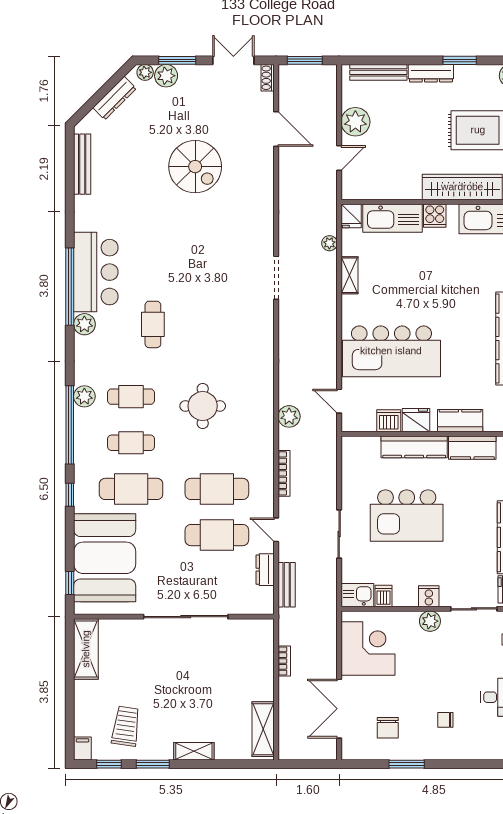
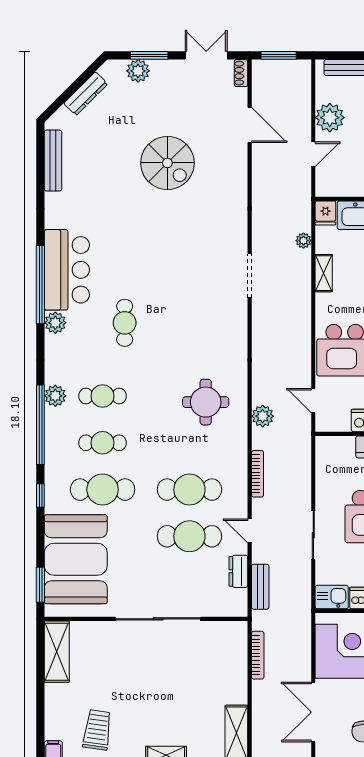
plant: (145, 72) -> (117, 68), removed
round table: (203, 406) -> (206, 402), moved
window: (70, 583) -> (40, 585), width x1.50
bookcase: (284, 661) -> (258, 655), width x1.56

